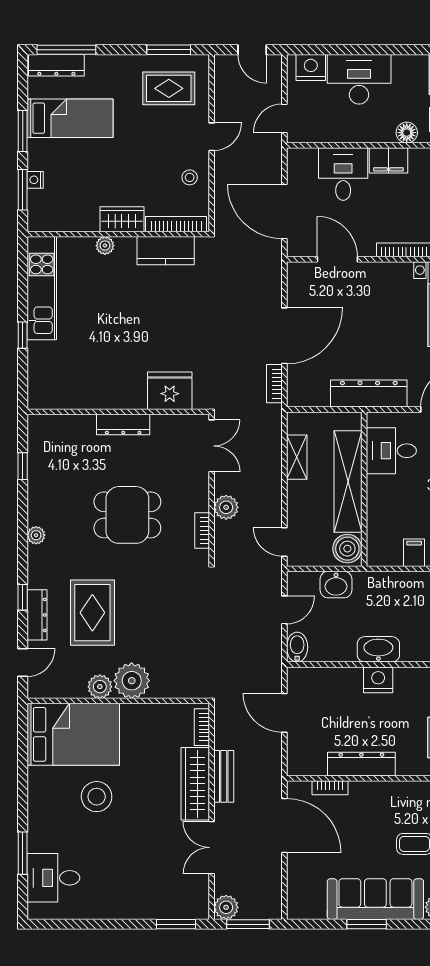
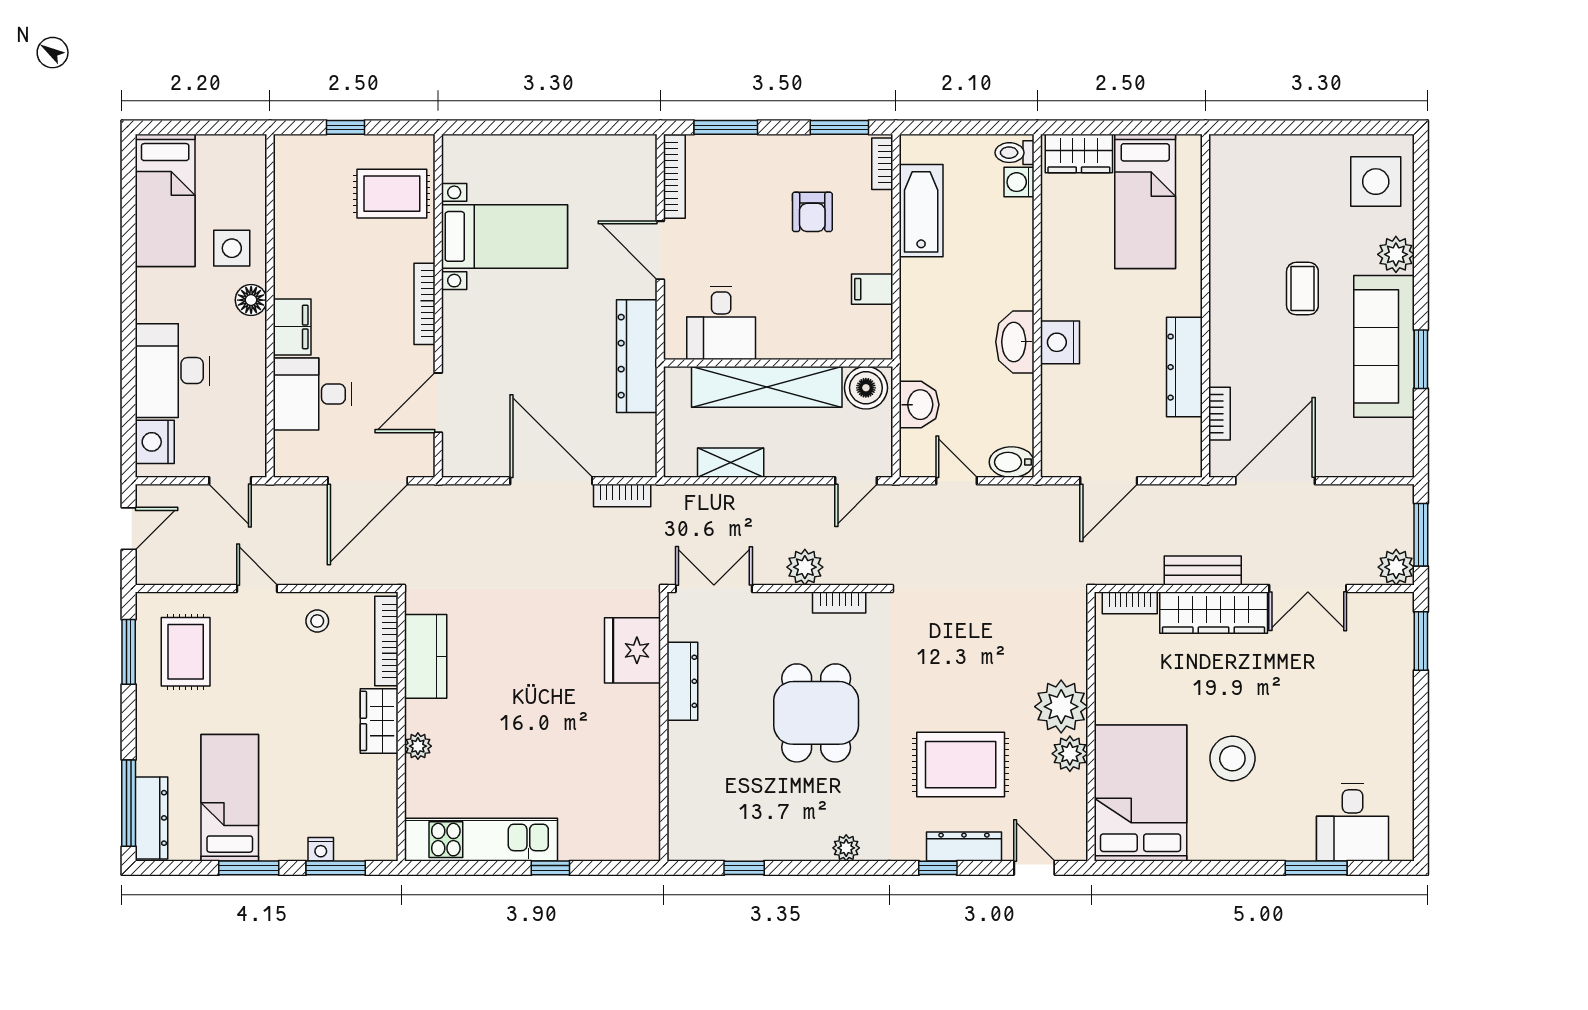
dresser: (123, 424) -> (682, 681), moved

